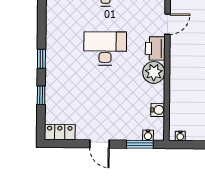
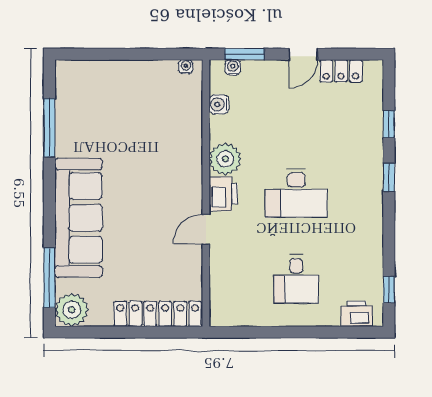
locker: (60, 132) -> (341, 71), moved
door: (99, 144) -> (303, 54), swing flipped

